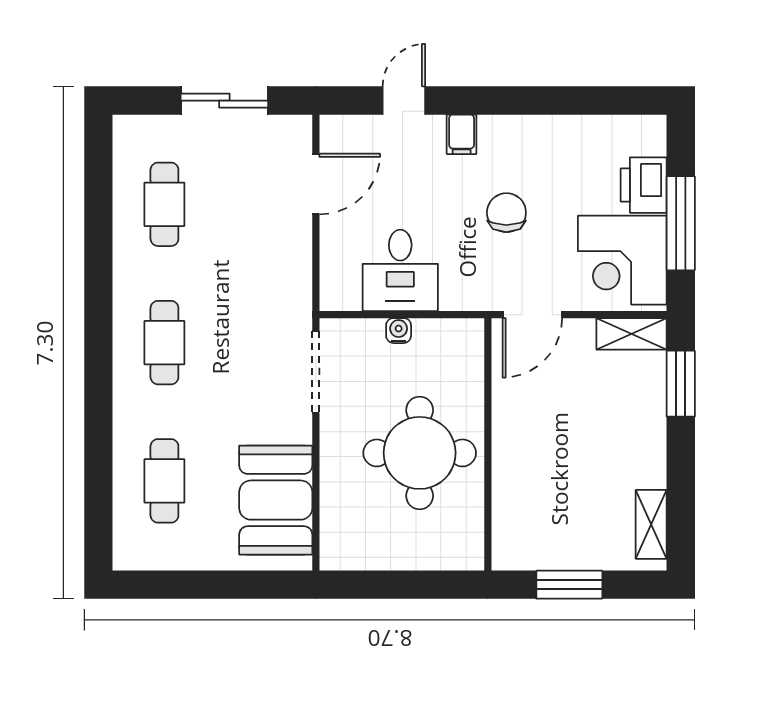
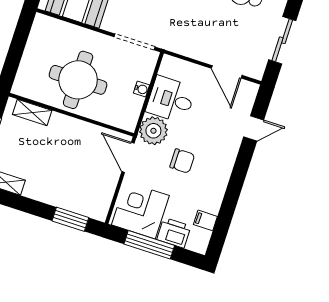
door: (404, 101) -> (254, 128), hinge flipped
filing cabinet: (462, 134) -> (205, 220), moved
plant: (468, 284) -> (153, 131), added
shelving: (632, 334) -> (32, 112), moved, turned 90

